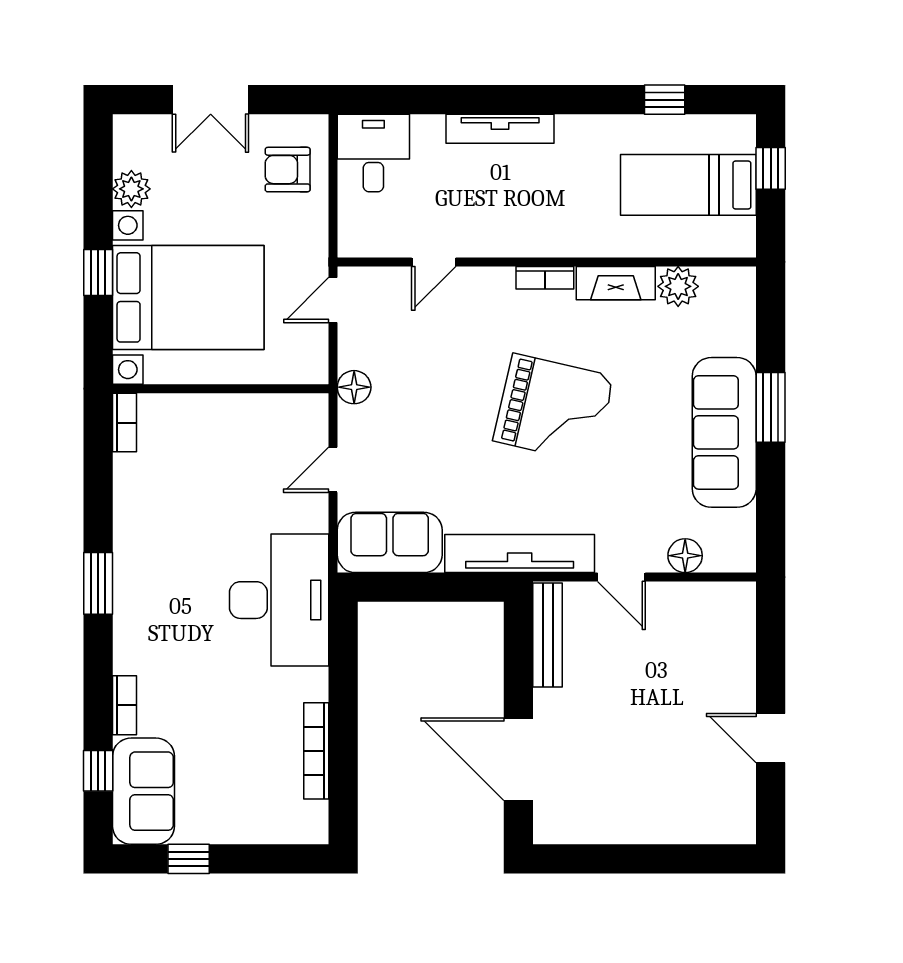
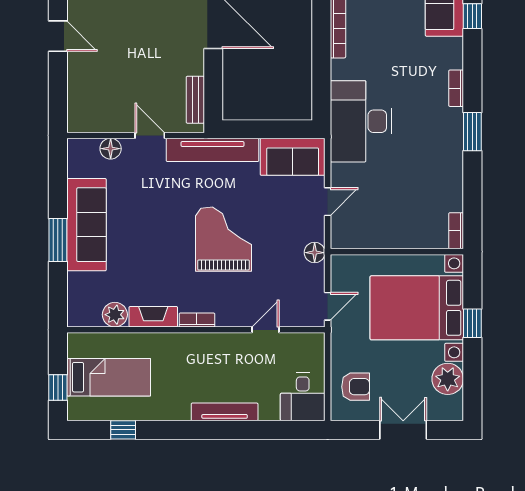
plant: (131, 189) -> (448, 379), width x1.36, depth x1.36
grand piano: (554, 409) -> (223, 239), moved, turned 77
bench: (548, 635) -> (195, 100), width x0.73
bookcase: (125, 705) -> (456, 88), moved

